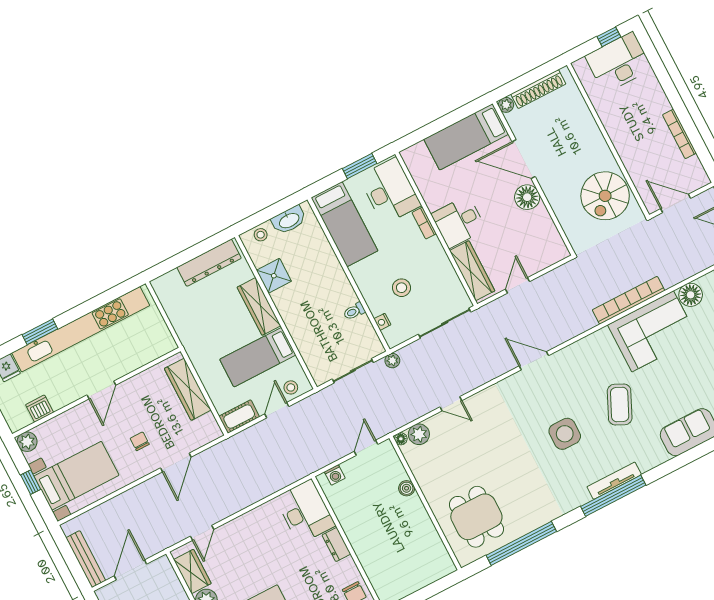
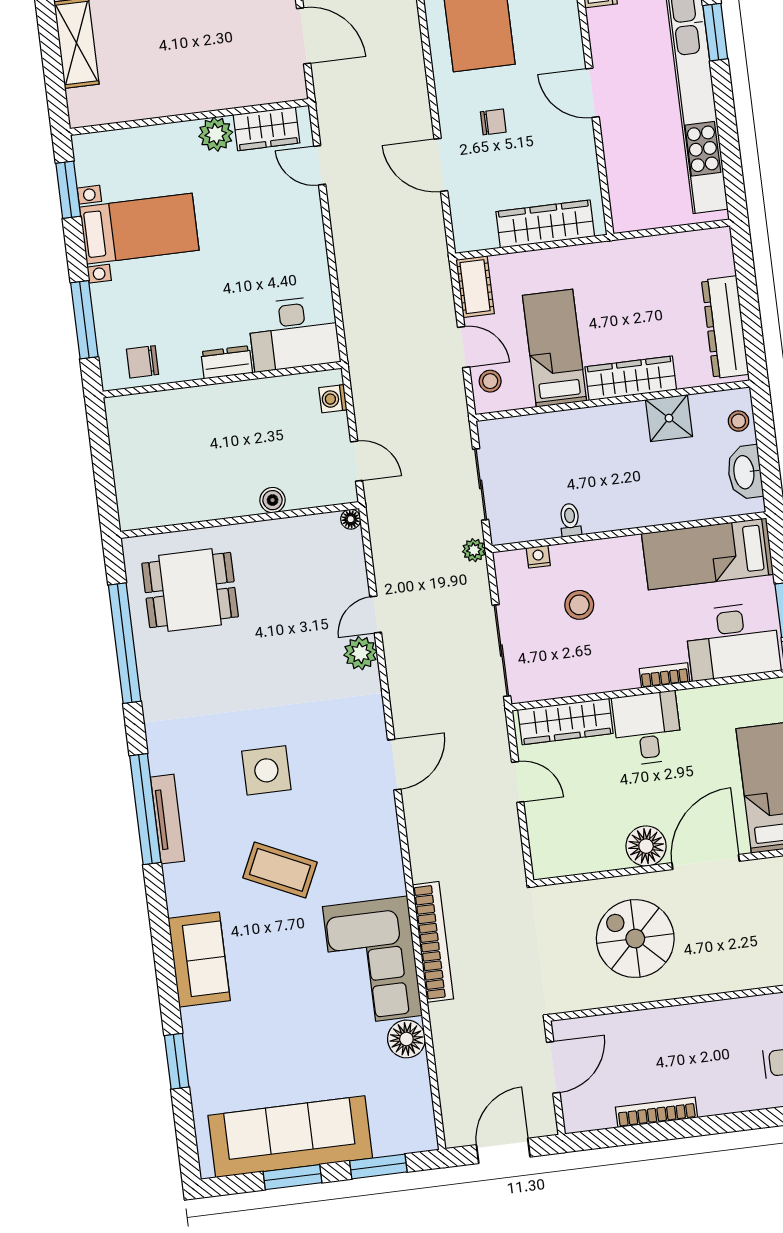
spiral stairs: (605, 196) -> (635, 939), moved
plant: (419, 434) -> (360, 653), moved

